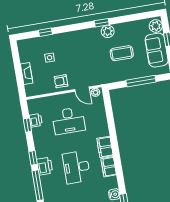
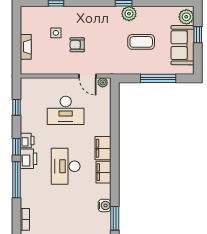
armchair: (61, 81) -> (77, 45), moved
printer: (36, 120) -> (27, 140), moved

